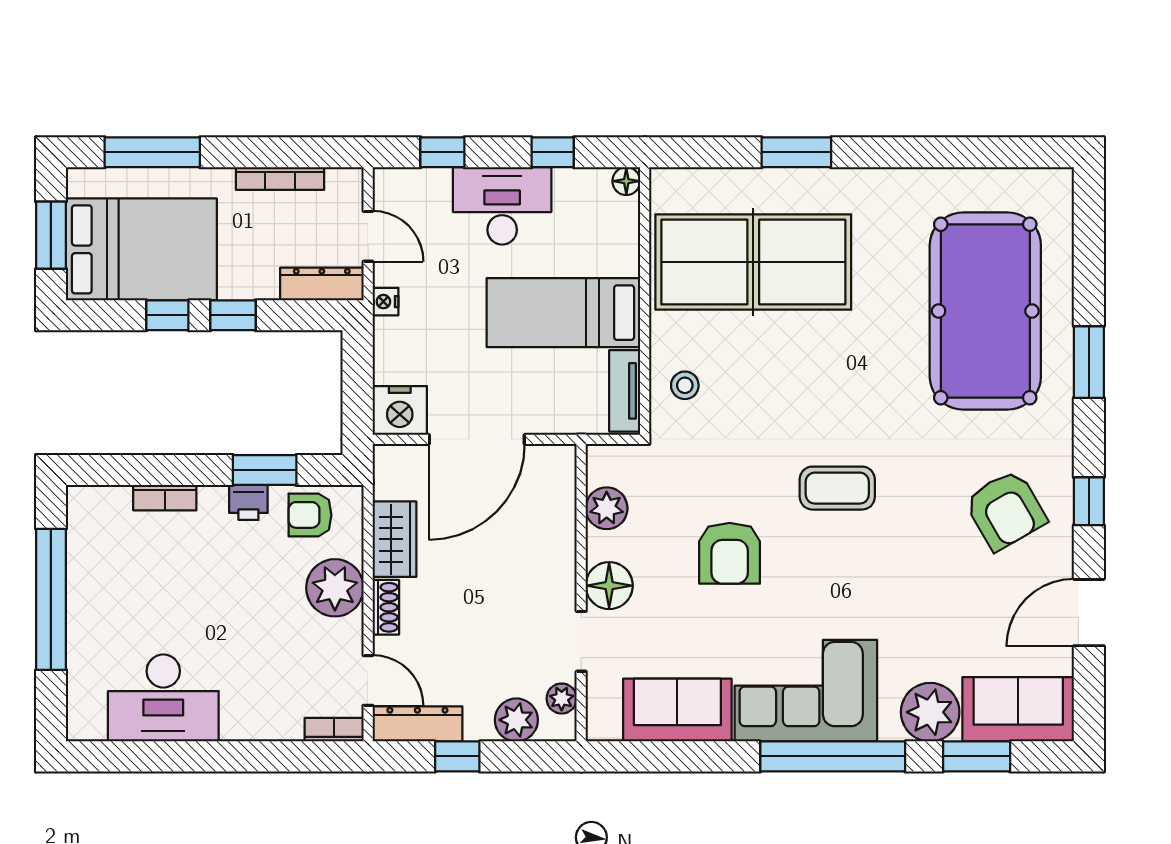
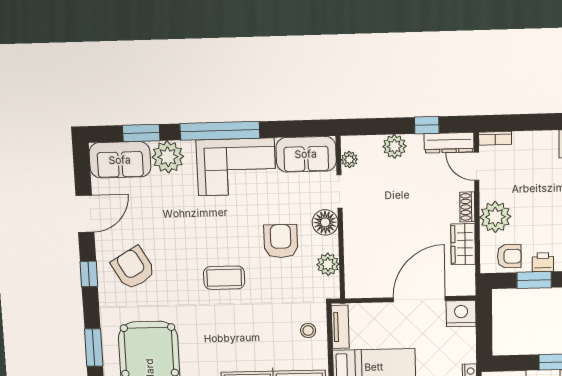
plant: (607, 508) -> (328, 264), moved
floor lamp: (609, 586) -> (325, 222), moved
wall: (581, 593) -> (340, 218), moved
doorway: (581, 641) -> (340, 191), moved
plant: (562, 699) -> (349, 160), moved

